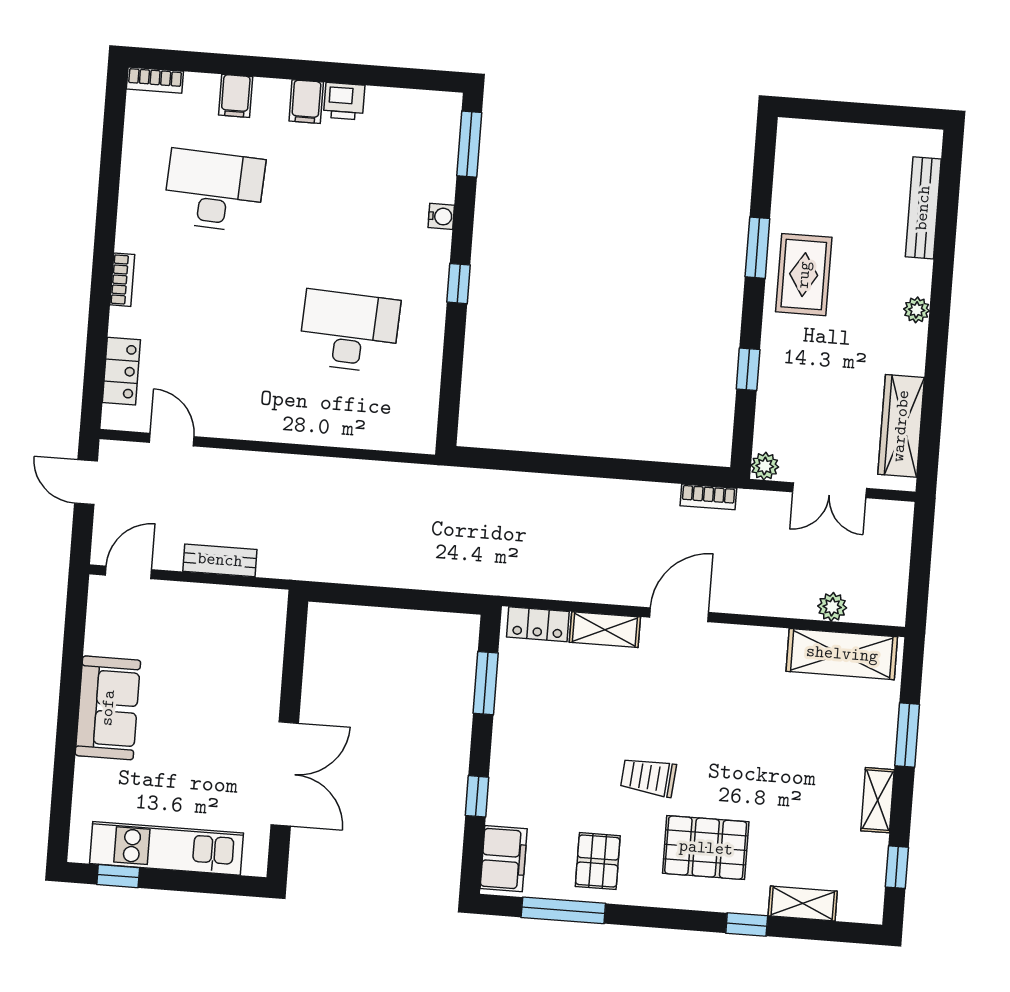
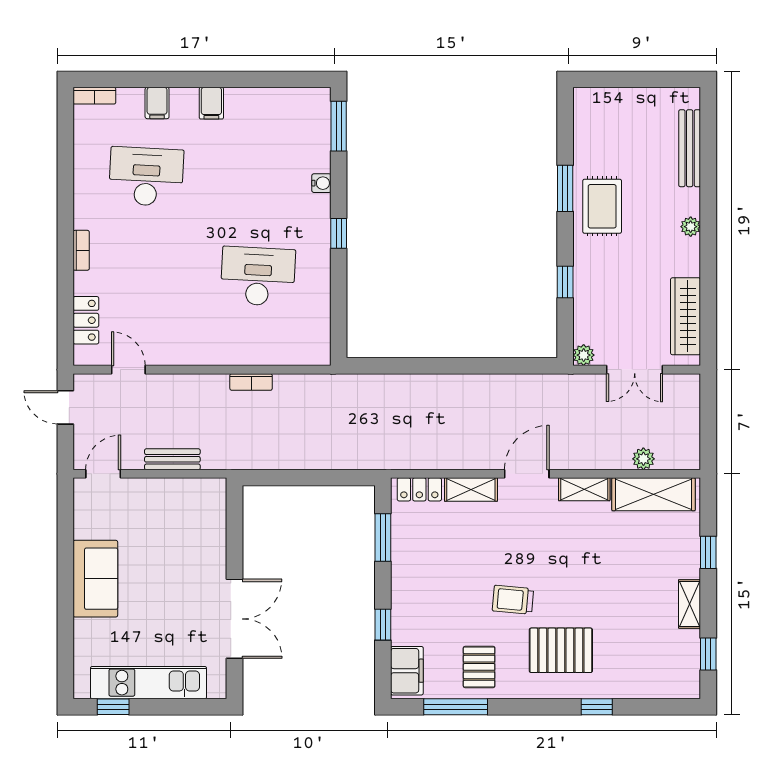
printer: (344, 101) -> (240, 101), removed
bookcase: (708, 497) -> (251, 382), moved
window: (907, 735) -> (708, 552), width x0.67
shelving: (803, 903) -> (584, 489), moved

